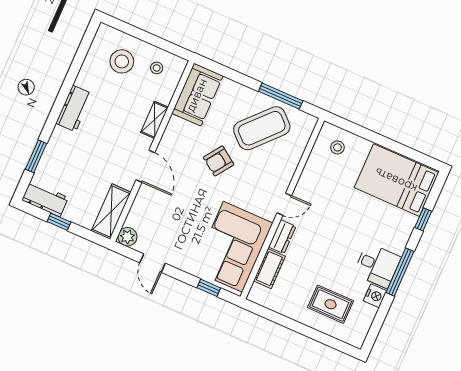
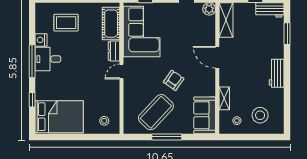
window: (281, 96) -> (167, 137), moved
shelving: (154, 120) -> (224, 98), moved
cot: (269, 269) -> (111, 24), width x1.37, depth x1.34

